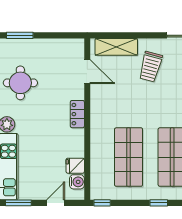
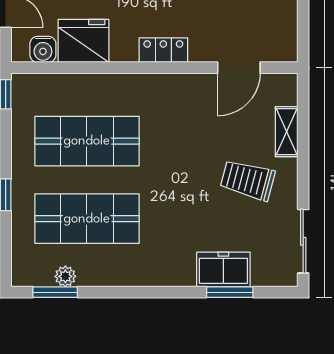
shelving: (116, 47) -> (287, 132), width x0.67, depth x0.75
fridge: (75, 166) -> (83, 41), width x1.88, depth x1.34

